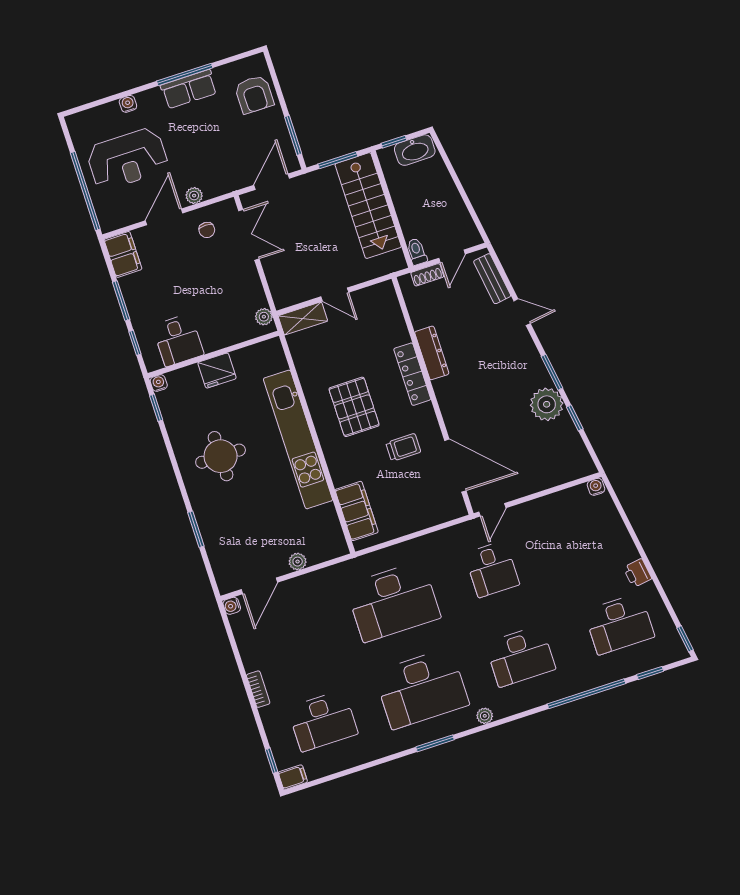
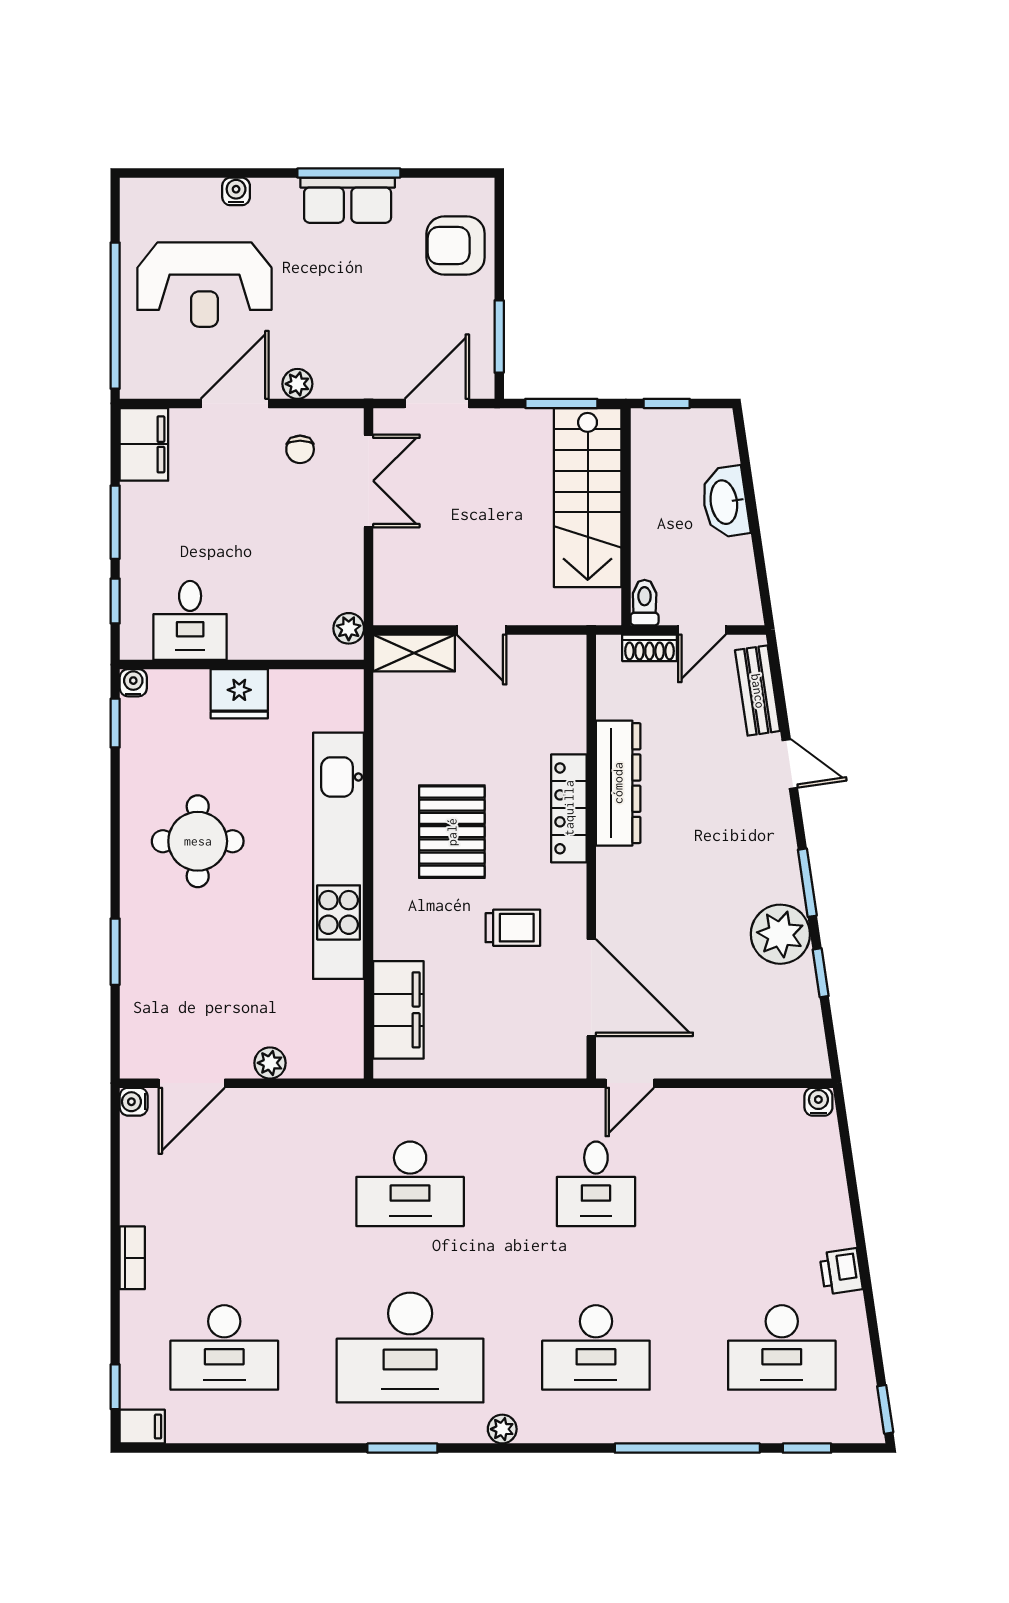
armchair: (254, 94) -> (456, 245), turned 90
washbasin: (415, 150) -> (725, 502), moved, turned 82
dresser: (432, 353) -> (618, 783), width x1.37, depth x1.24
desk: (393, 601) -> (410, 1184), width x0.73, depth x0.77

